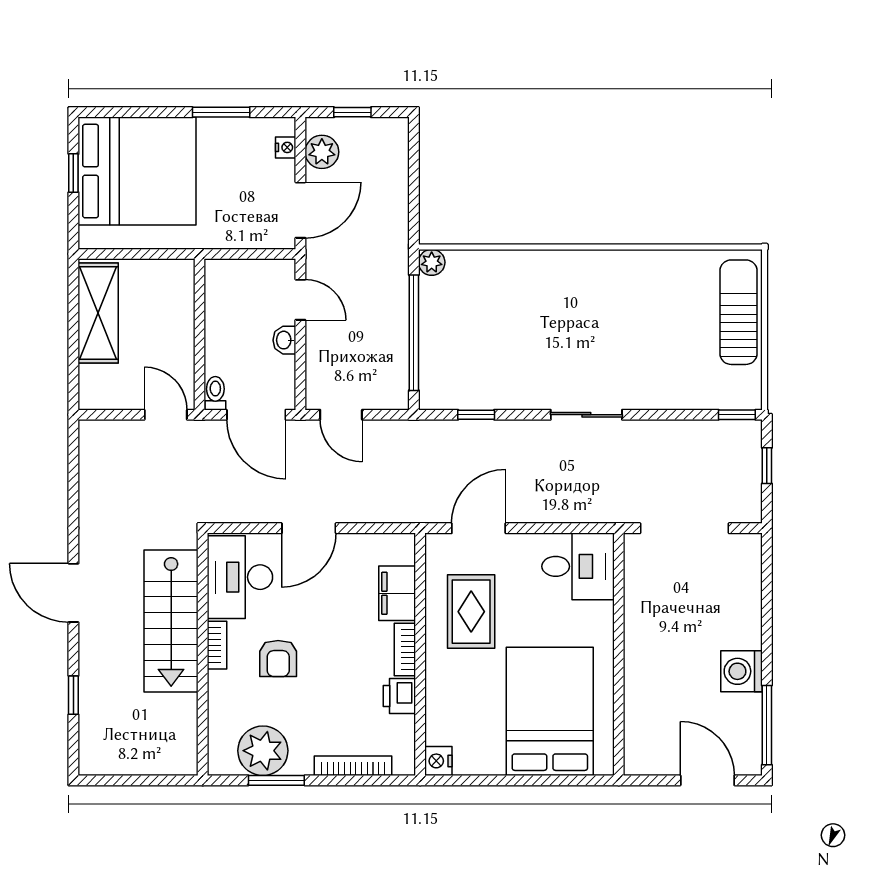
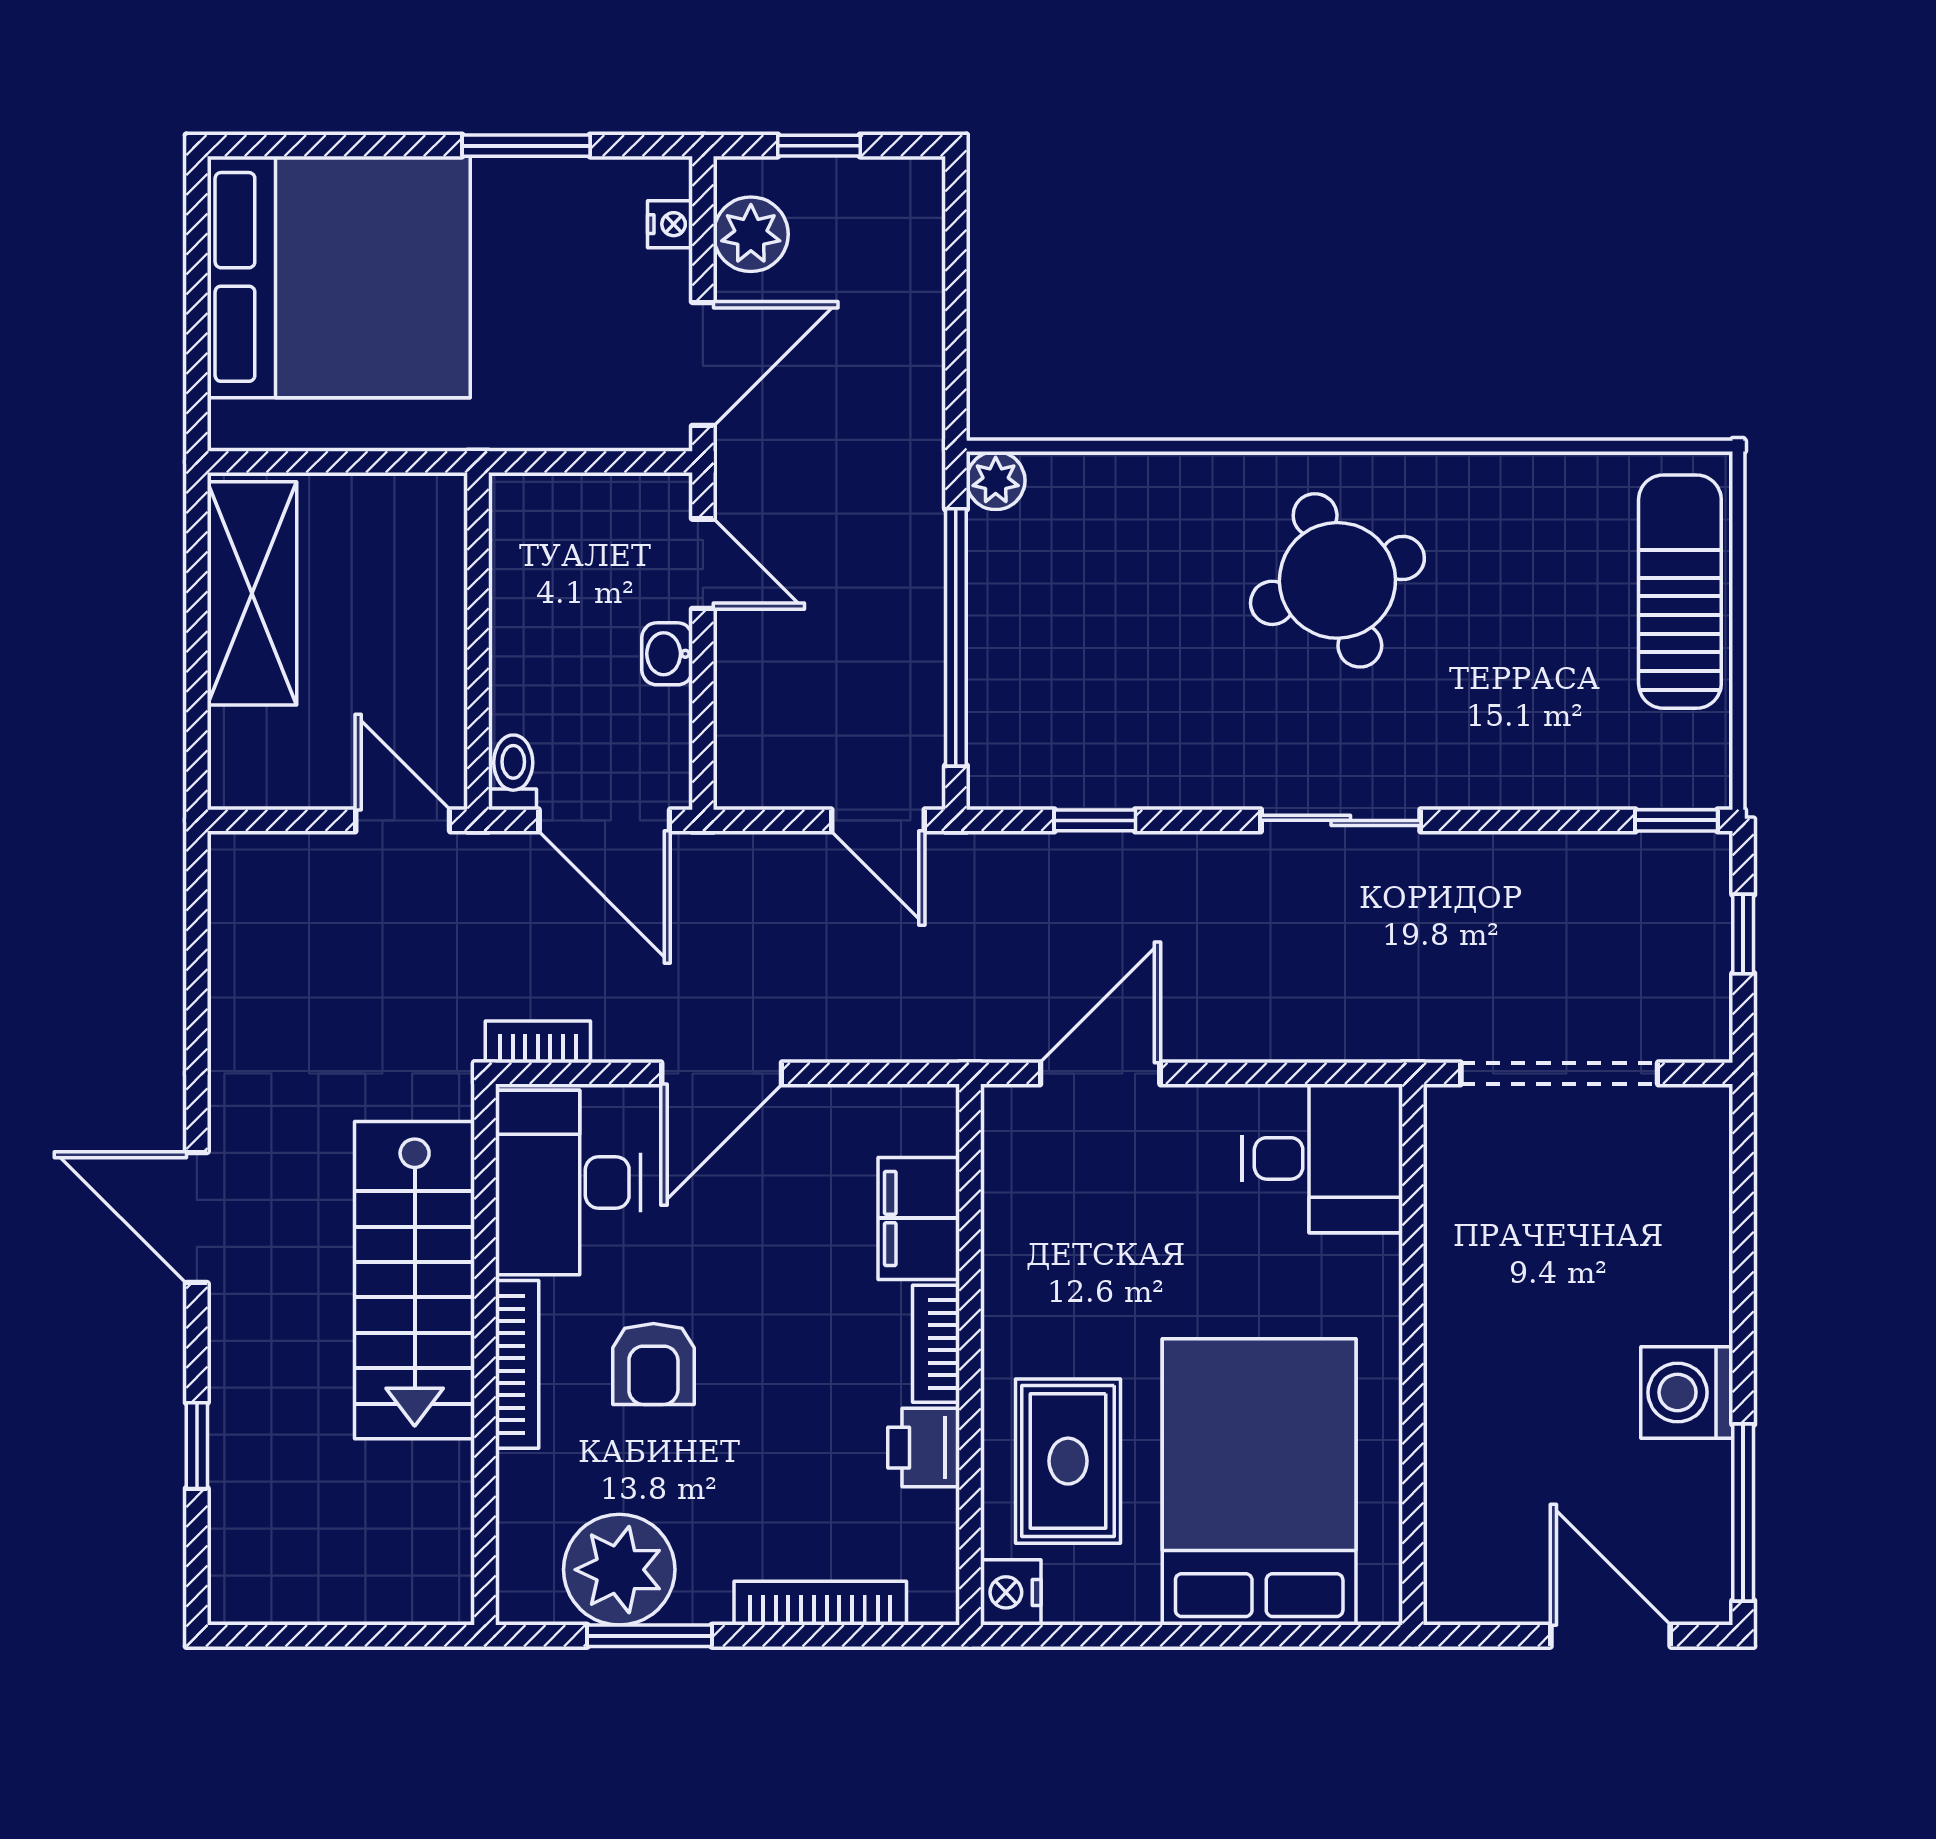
window: (73, 173) -> (197, 281), removed
round table: (585, 307) -> (1337, 580), added
door: (341, 415) -> (878, 820), moved
bookcase: (226, 514) -> (538, 1042), added
rug: (471, 612) -> (1068, 1461), moved
bookcase: (217, 645) -> (517, 1364), width x1.56

